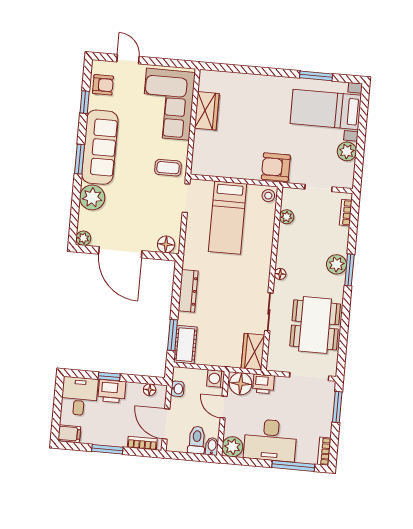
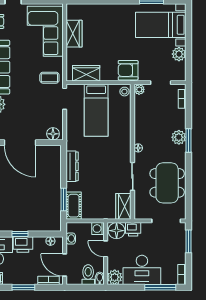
wardrobe: (218, 166) -> (86, 73), added
plant: (287, 217) -> (139, 89), moved

